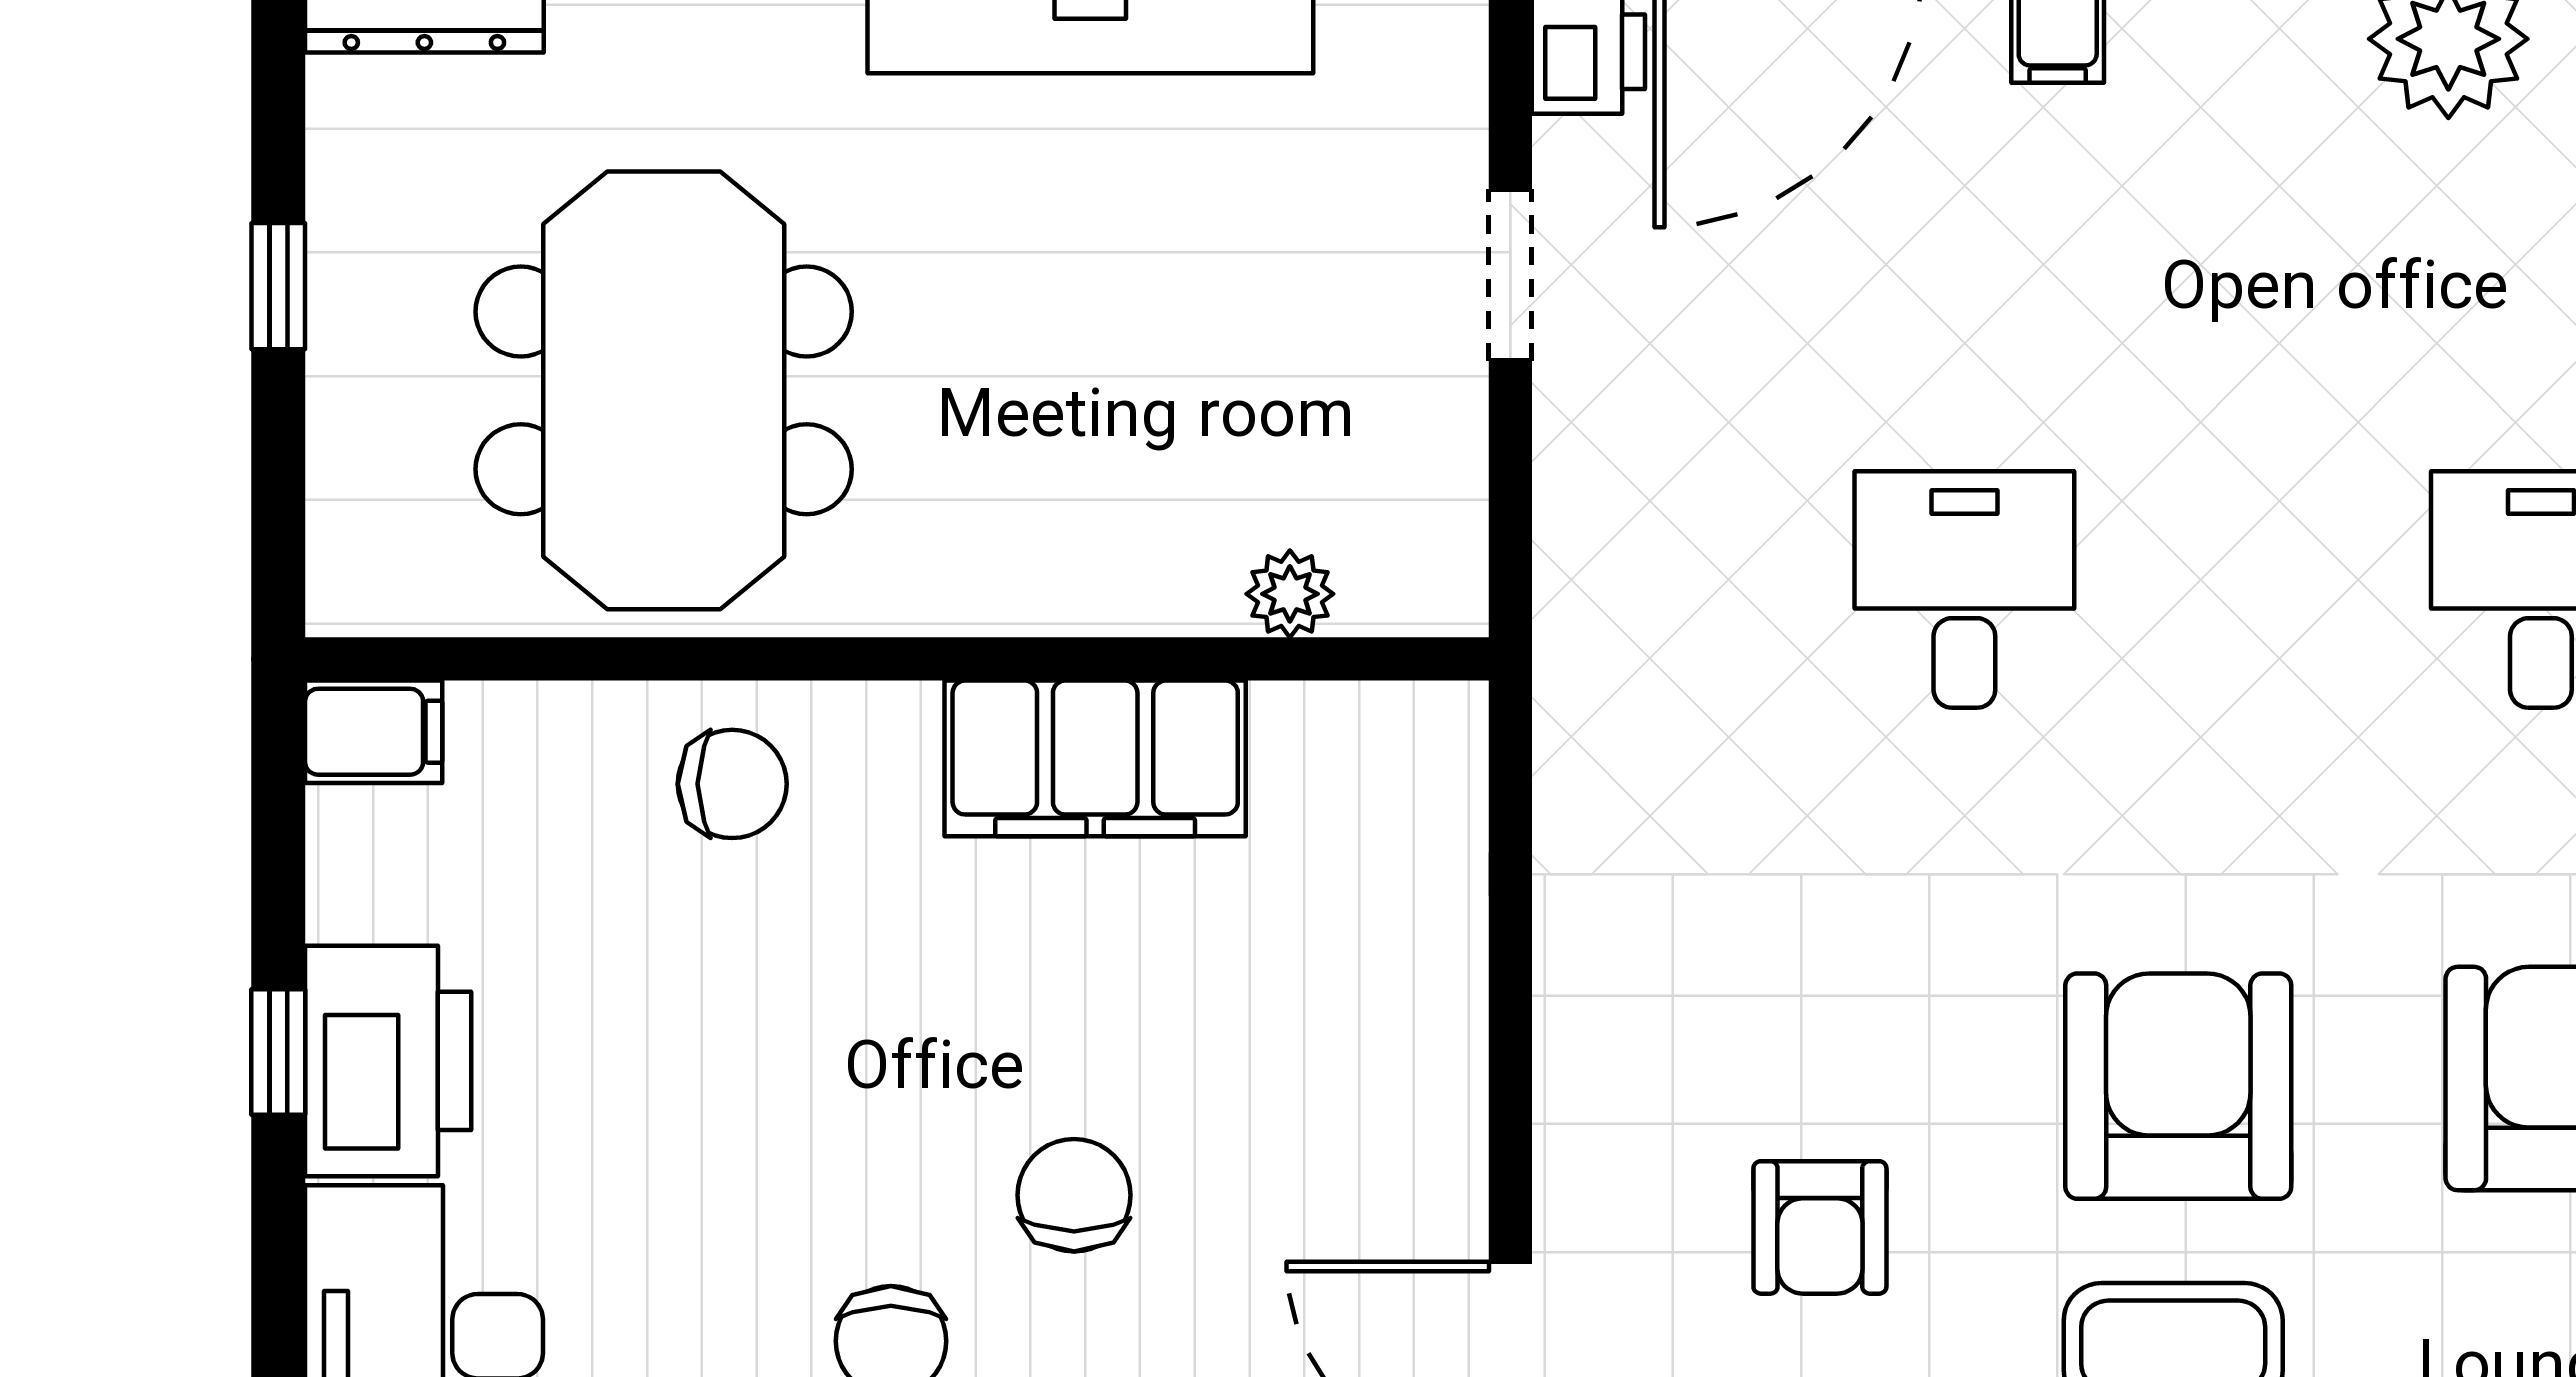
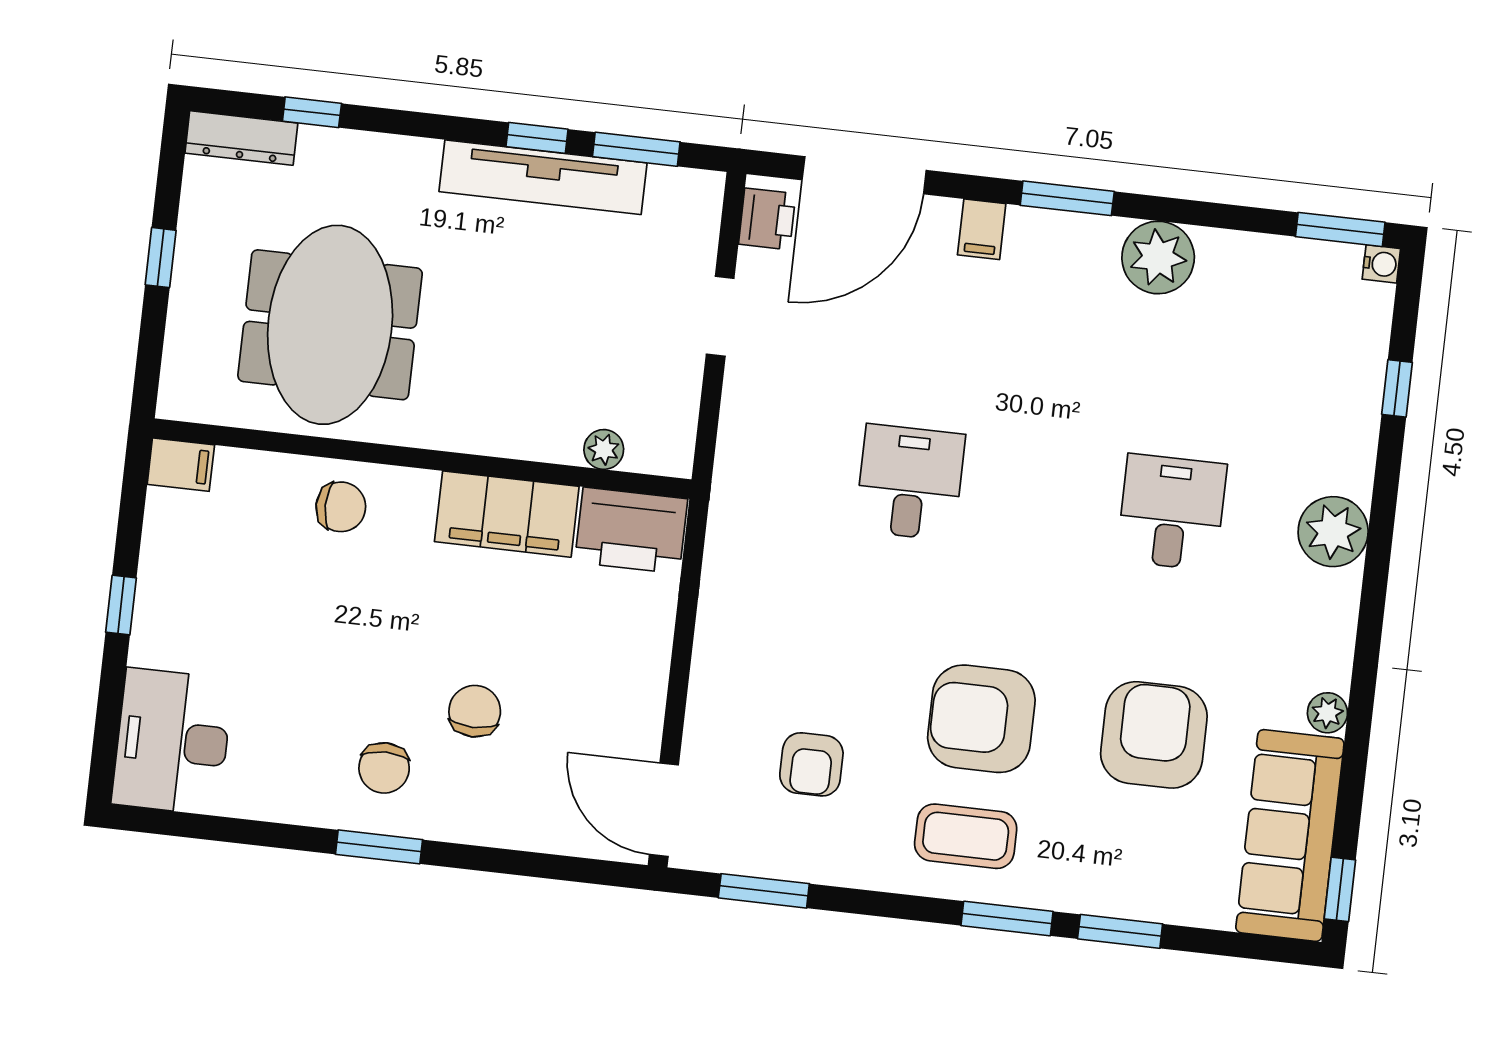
printer: (388, 1061) -> (631, 530), moved, turned 90
armchair: (2178, 1086) -> (981, 719), turned -90

